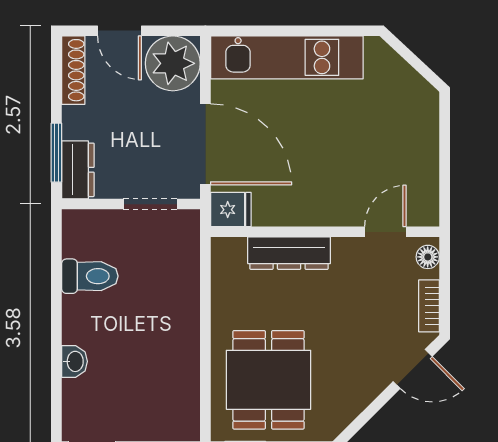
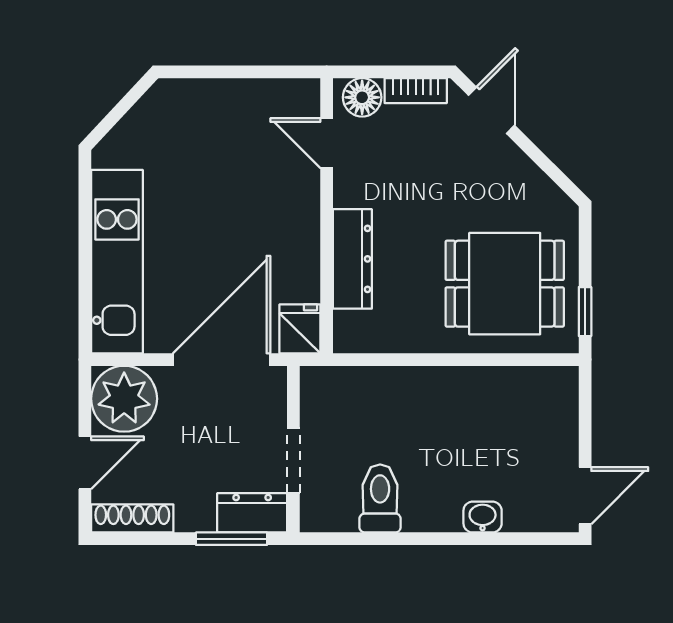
doorway: (150, 204) -> (293, 460), moved
floor lamp: (428, 257) -> (362, 97), width x1.37, depth x1.37

